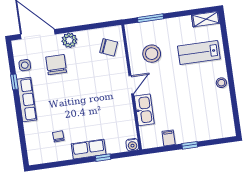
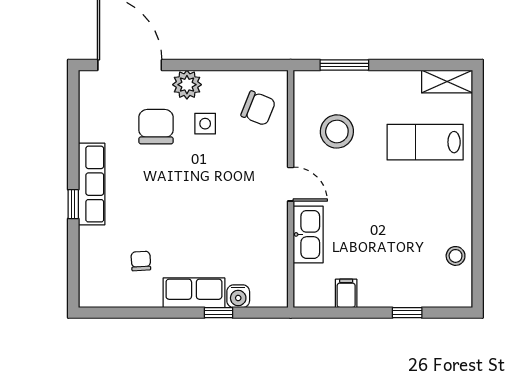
side table: (25, 65) -> (205, 124), moved
window: (14, 82) -> (73, 204), moved
stool: (221, 83) -> (456, 256), moved
door: (131, 85) -> (291, 184), hinge flipped
water cooler: (132, 145) -> (238, 296), moved
window: (190, 145) -> (407, 313), moved

